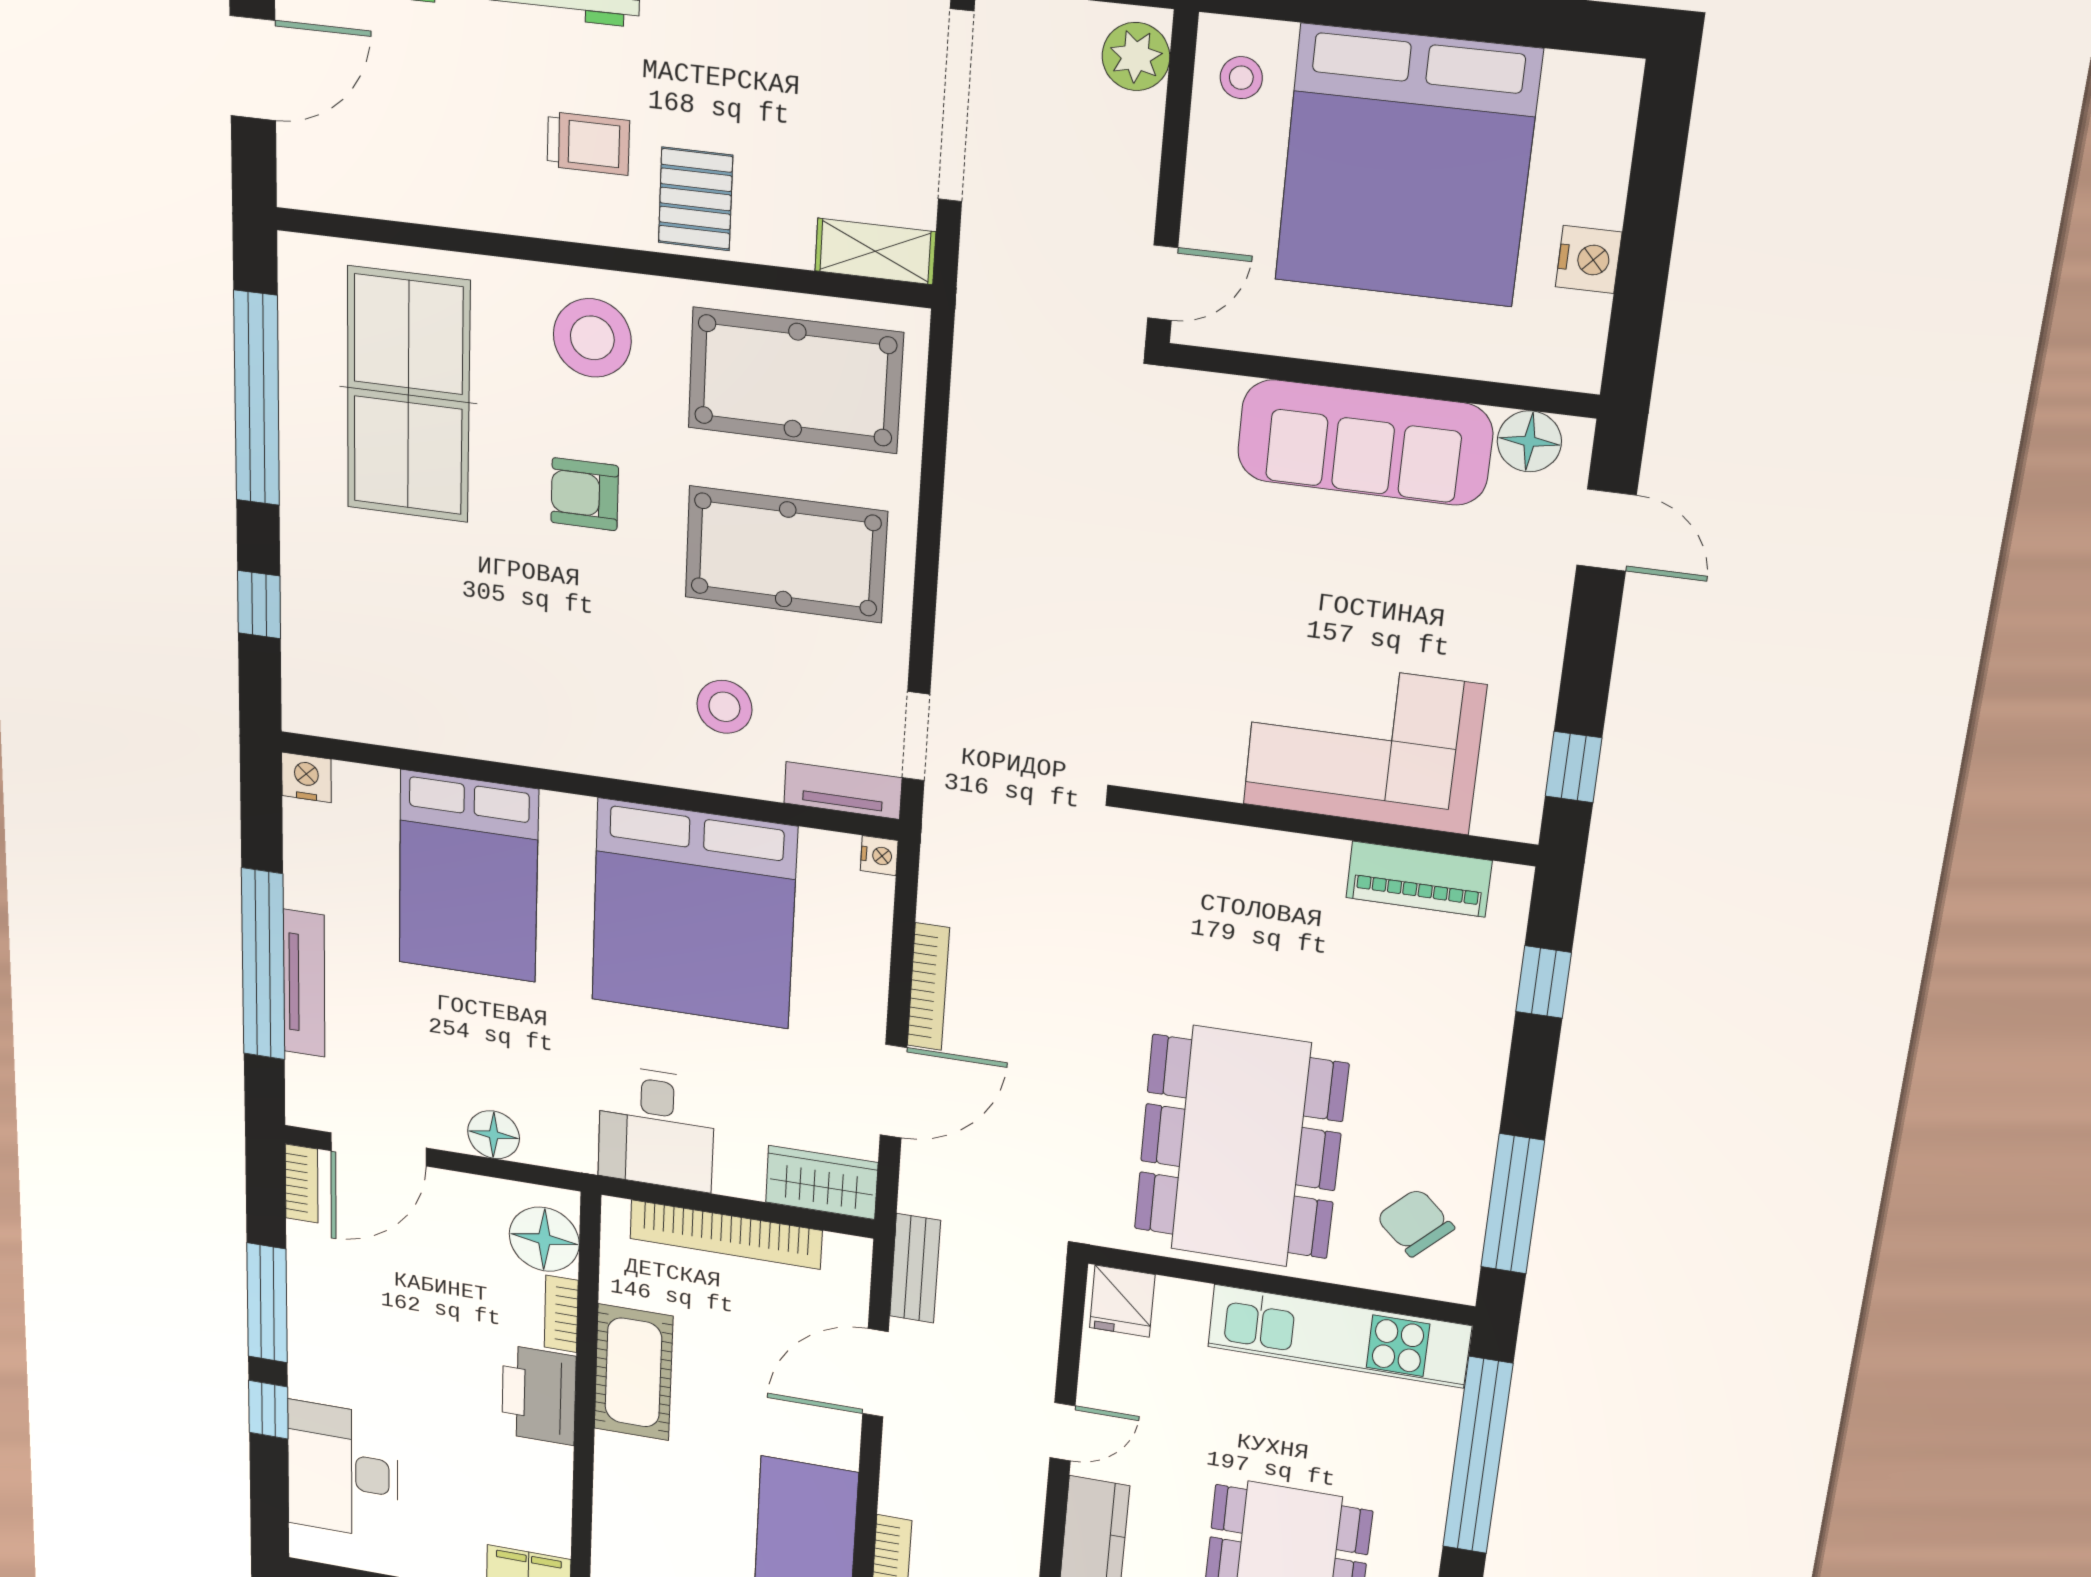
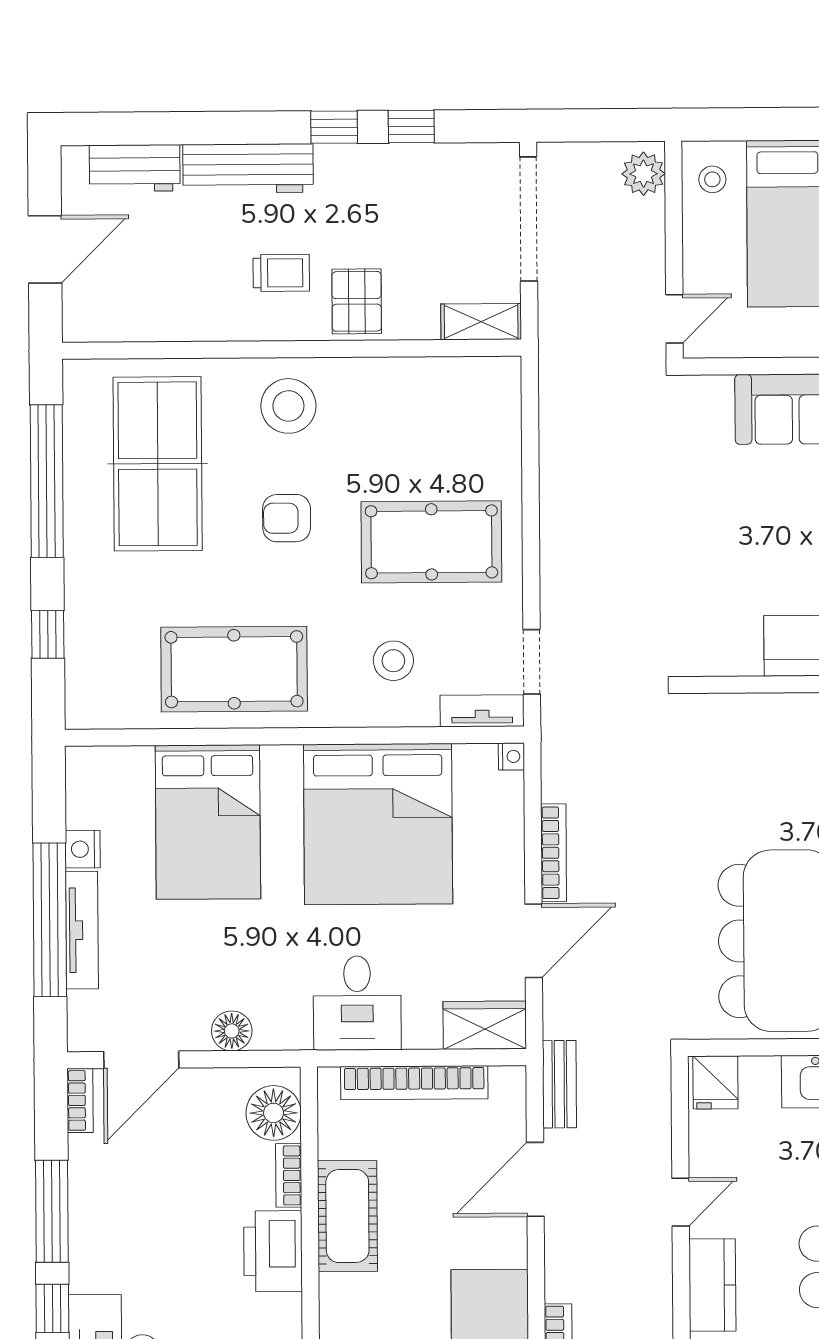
pool table: (795, 380) -> (234, 669), moved
nightstand: (306, 777) -> (83, 849), moved, turned -90

